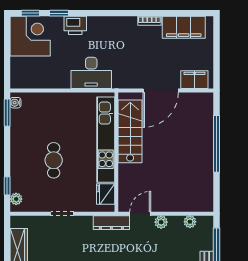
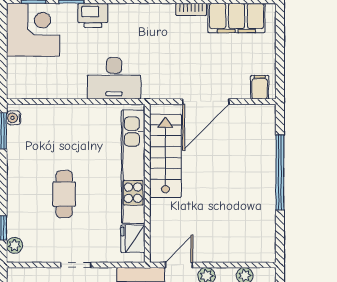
filing cabinet: (194, 80) -> (260, 87), width x0.50

